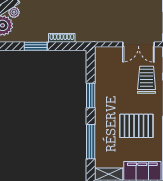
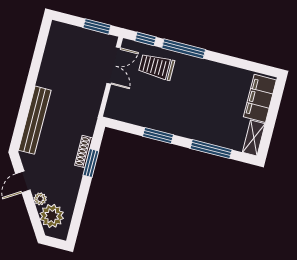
window: (36, 46) -> (91, 163), moved
pallet: (136, 126) -> (206, 92), removed

